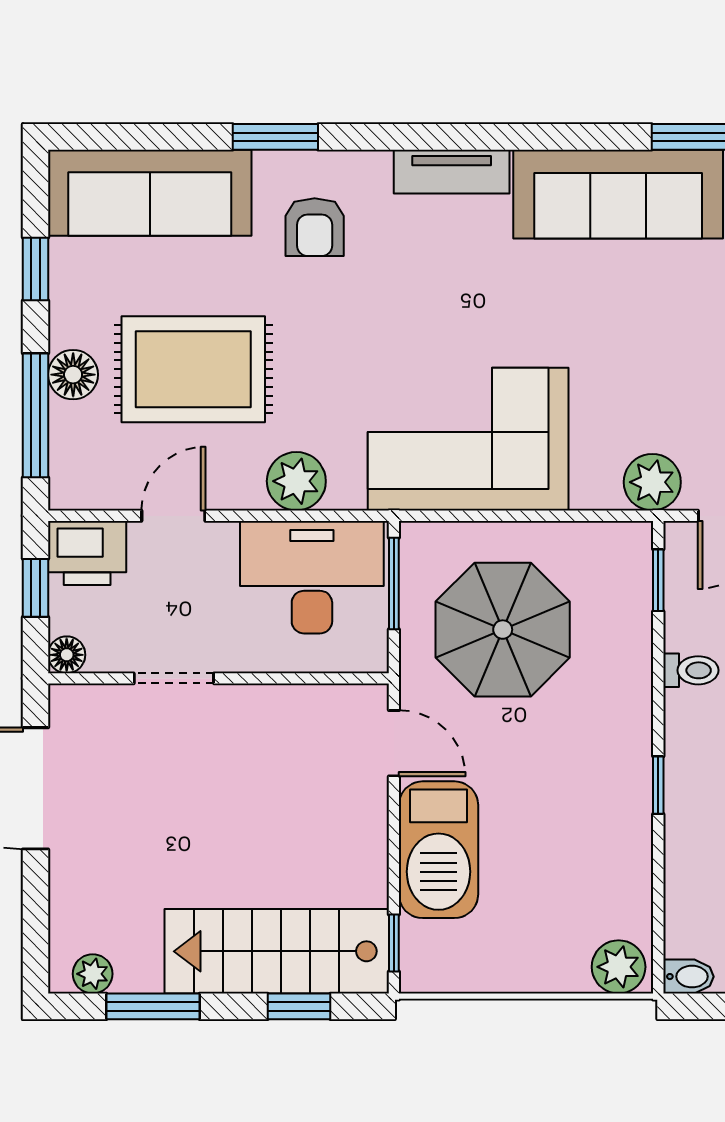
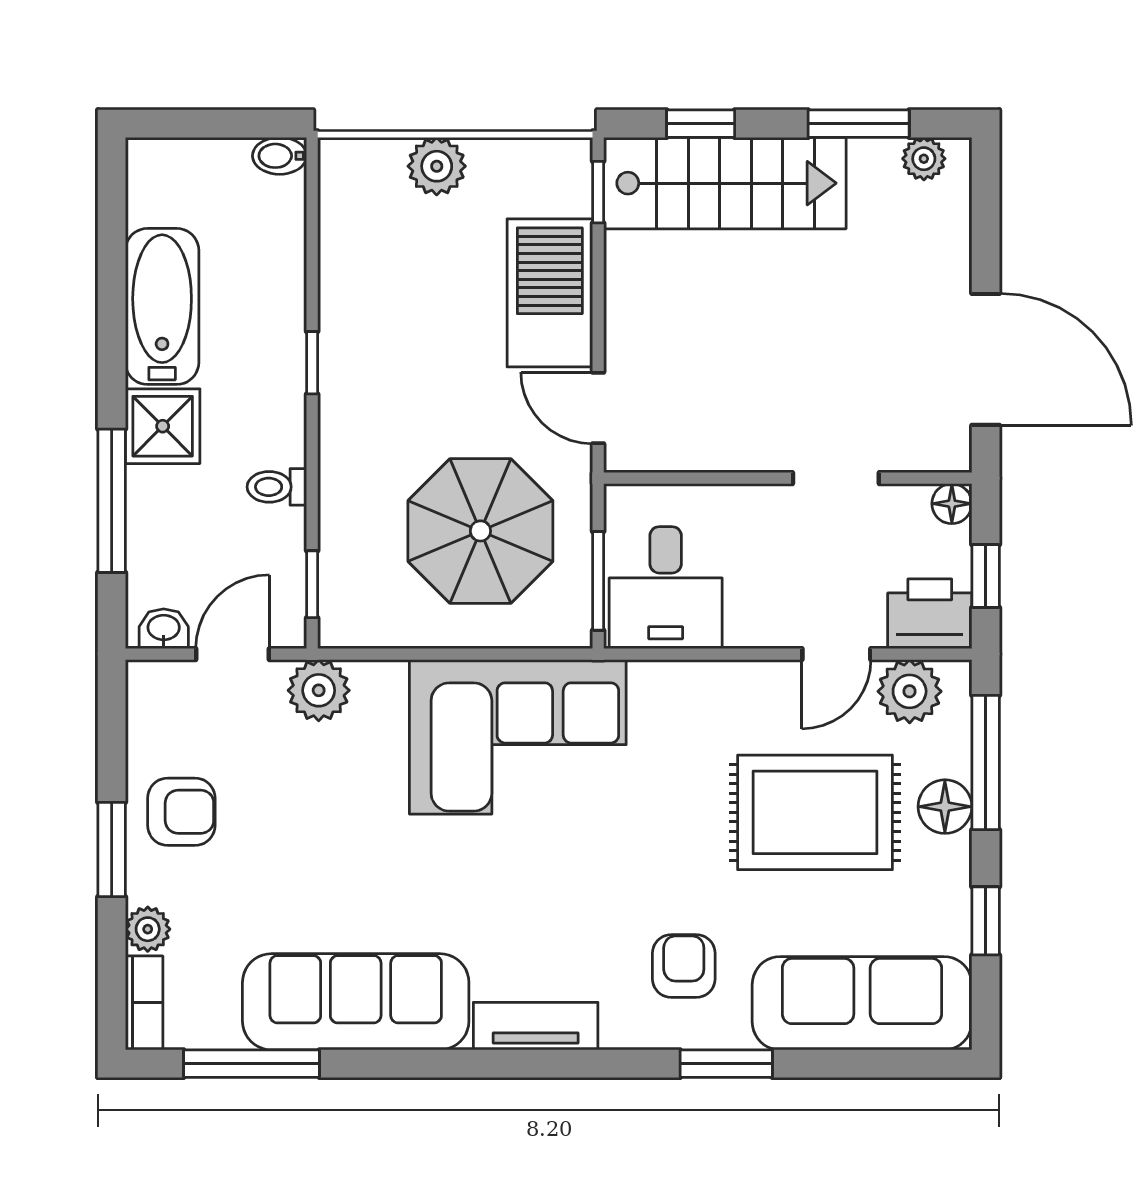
plant: (296, 481) -> (910, 691), moved
desk: (312, 577) -> (666, 588), width x0.73
plant: (619, 967) -> (437, 166), moved

